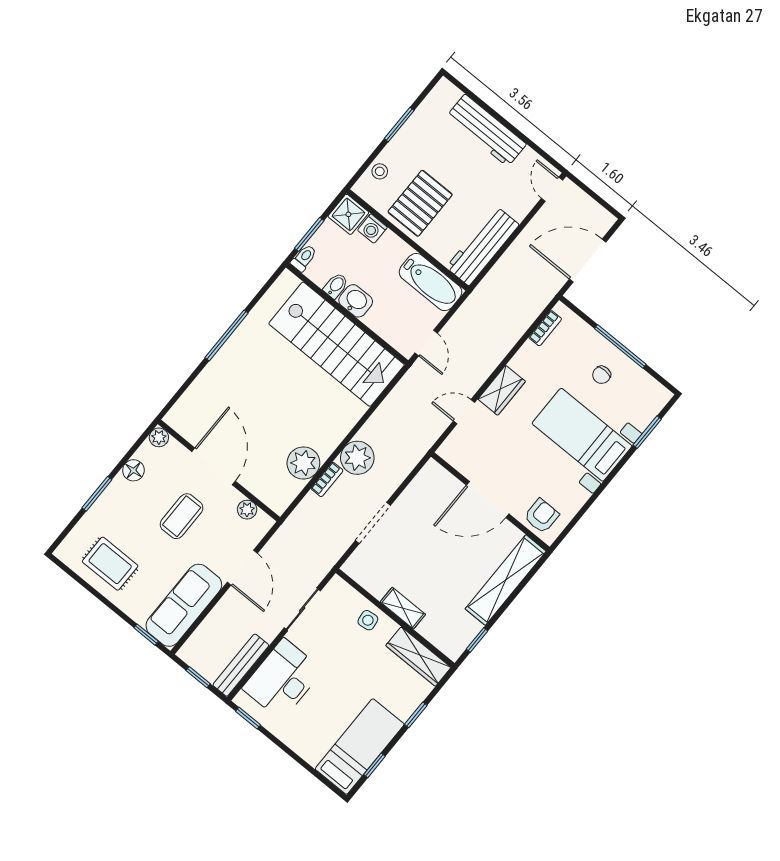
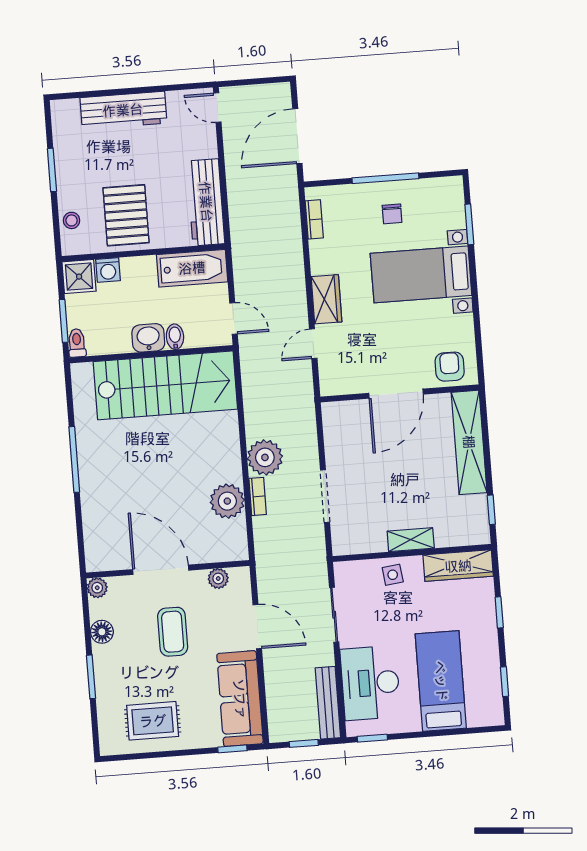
bidet: (336, 286) -> (175, 337), moved
bed: (360, 747) -> (441, 681), moved

